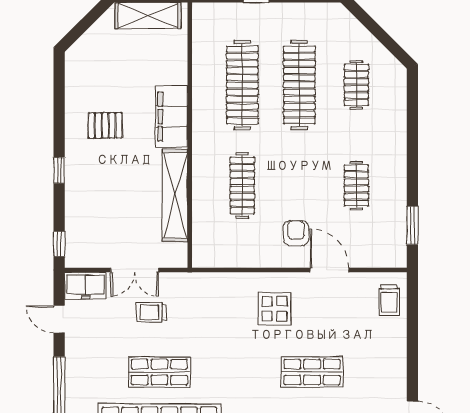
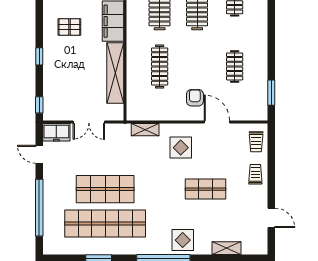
shelving: (220, 282) -> (145, 130), added
trolley: (151, 312) -> (255, 174), moved, turned 90
shop shelf: (159, 372) -> (105, 189), width x1.43, depth x1.36

